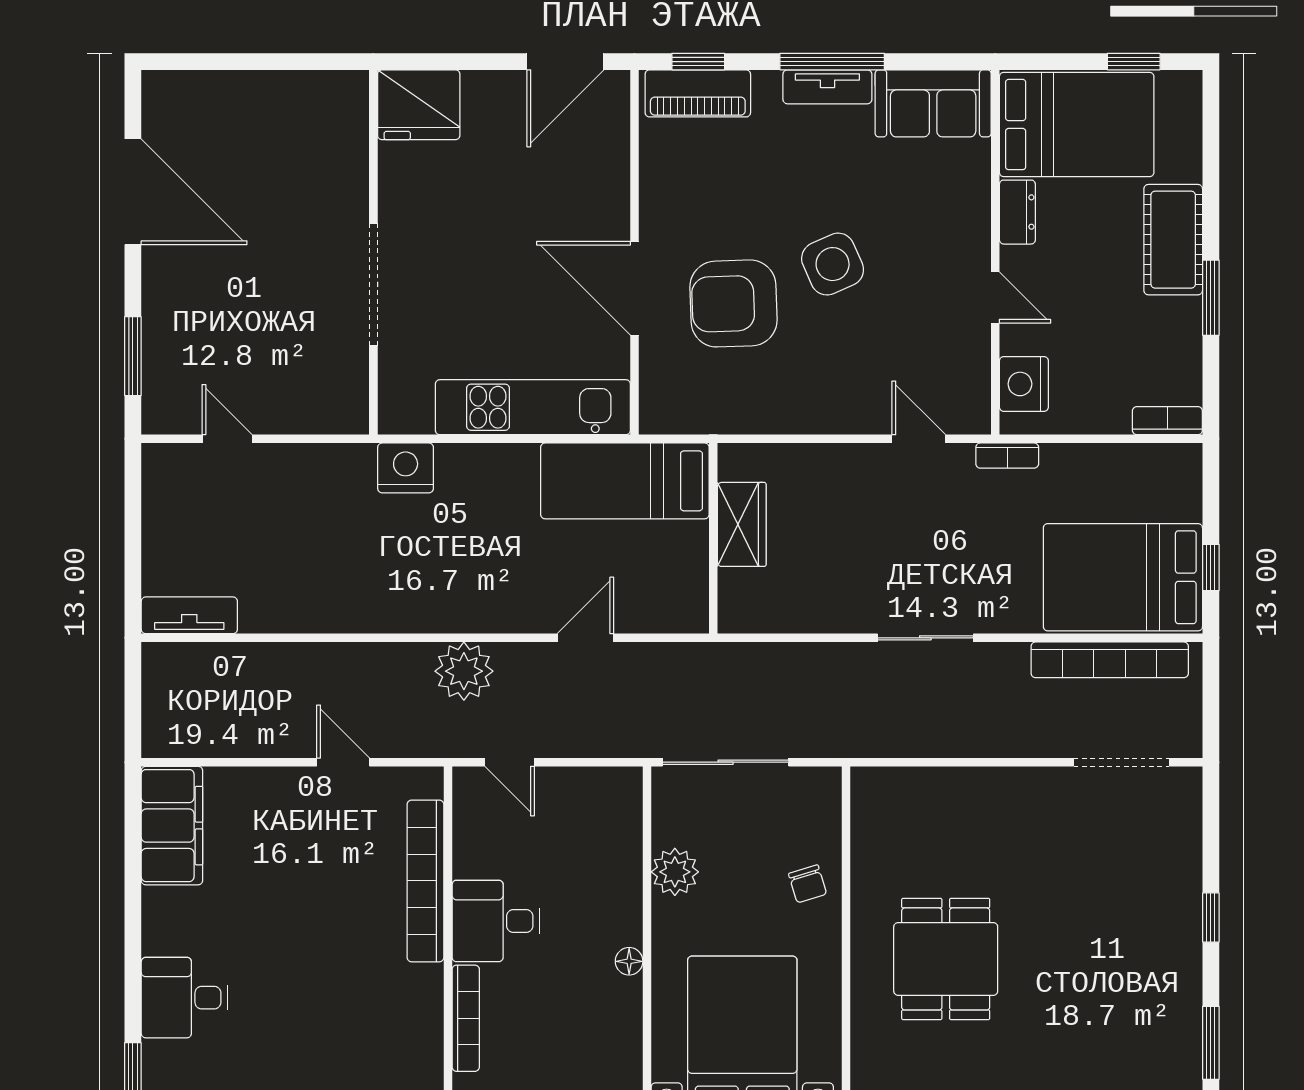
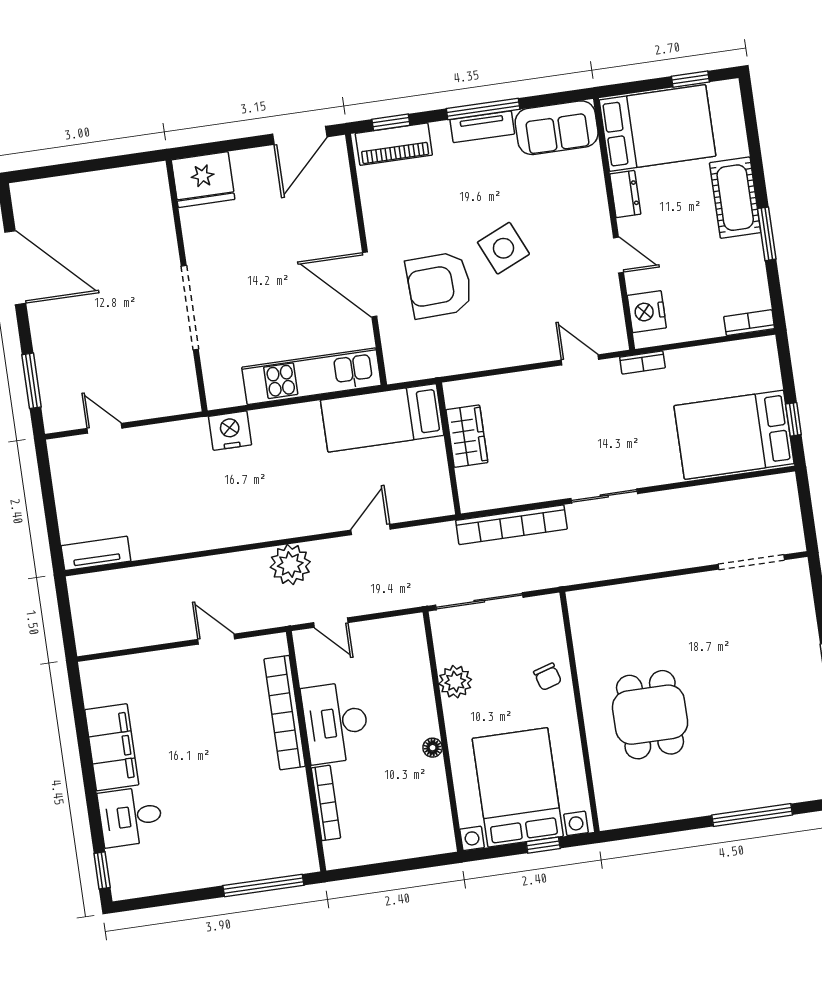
bookcase: (1110, 660) -> (511, 525), moved
filing cabinet: (172, 826) -> (112, 747), moved
desk: (496, 921) -> (336, 723), width x1.37

